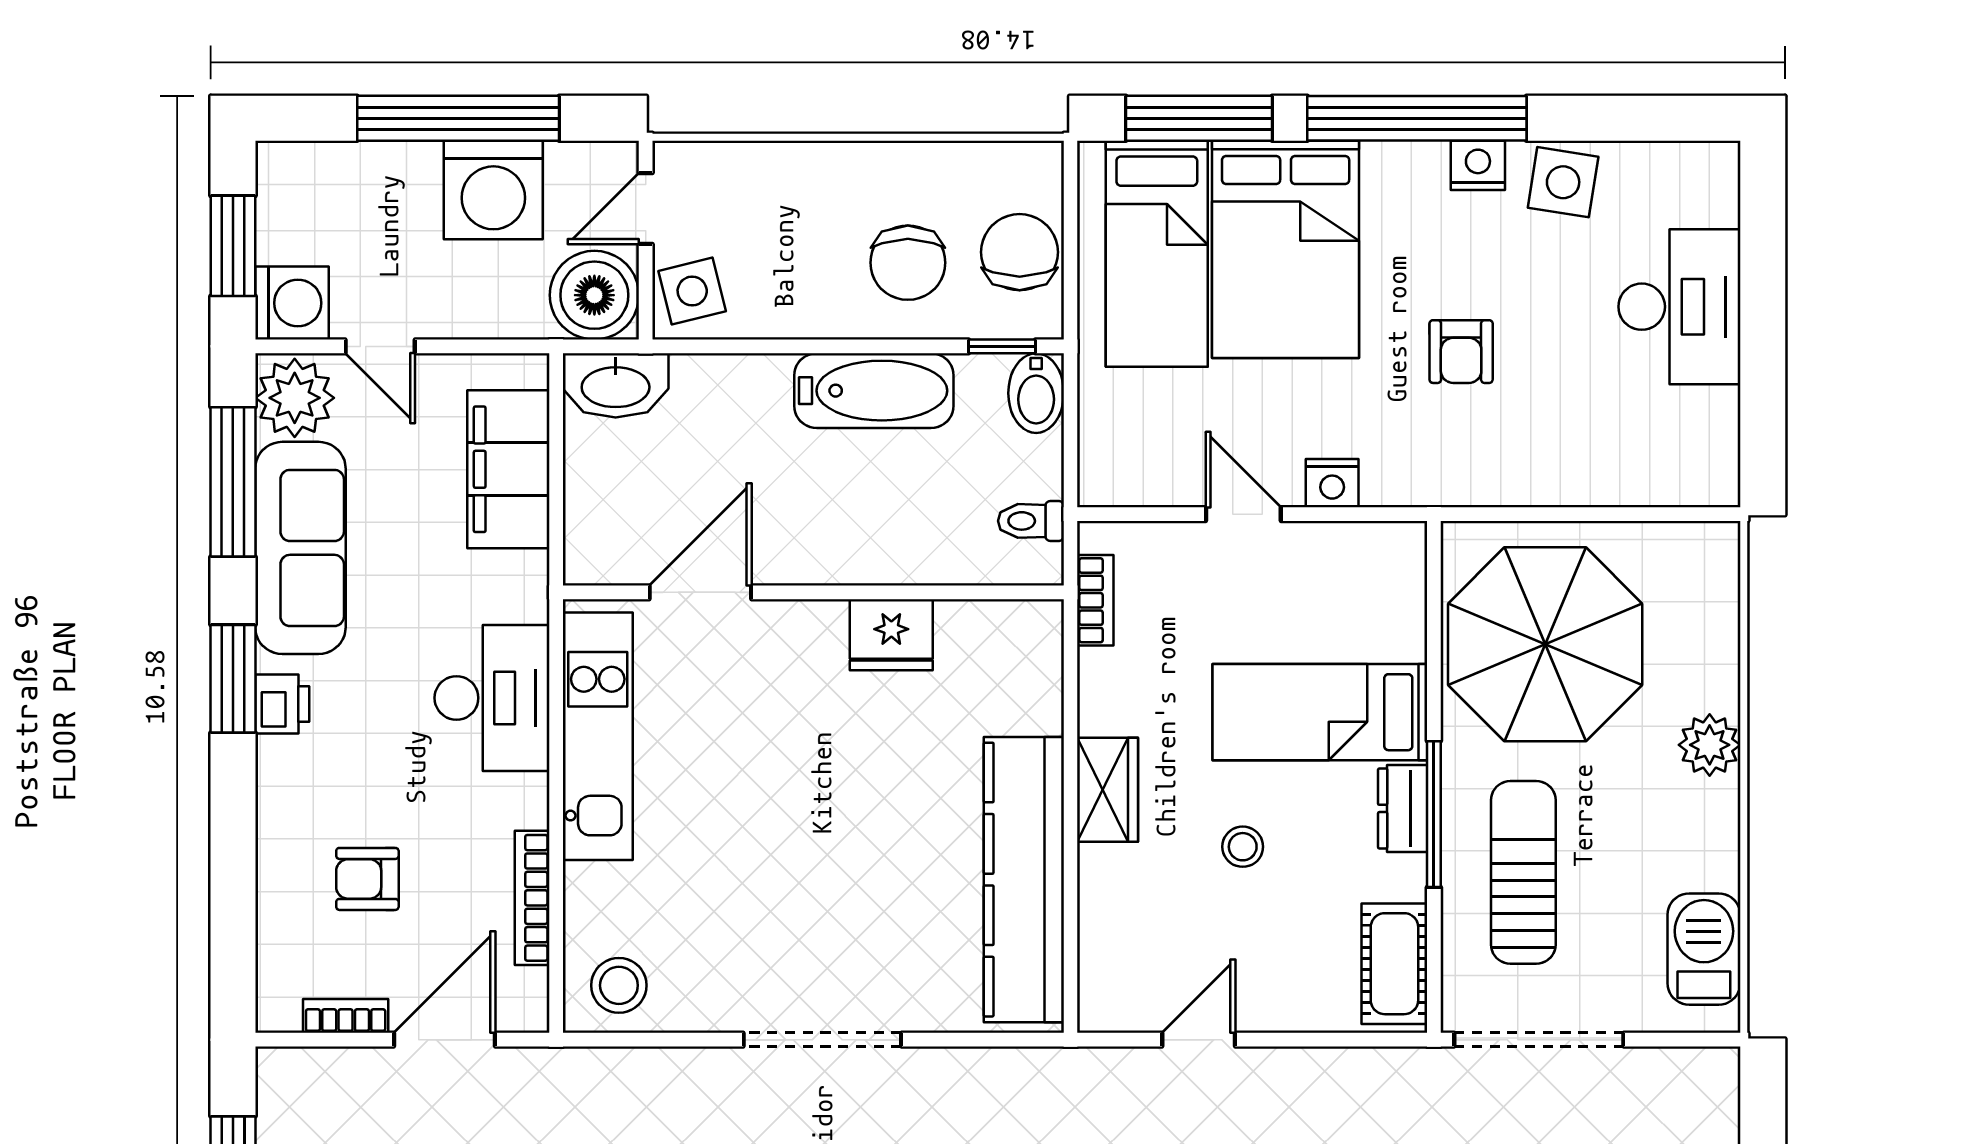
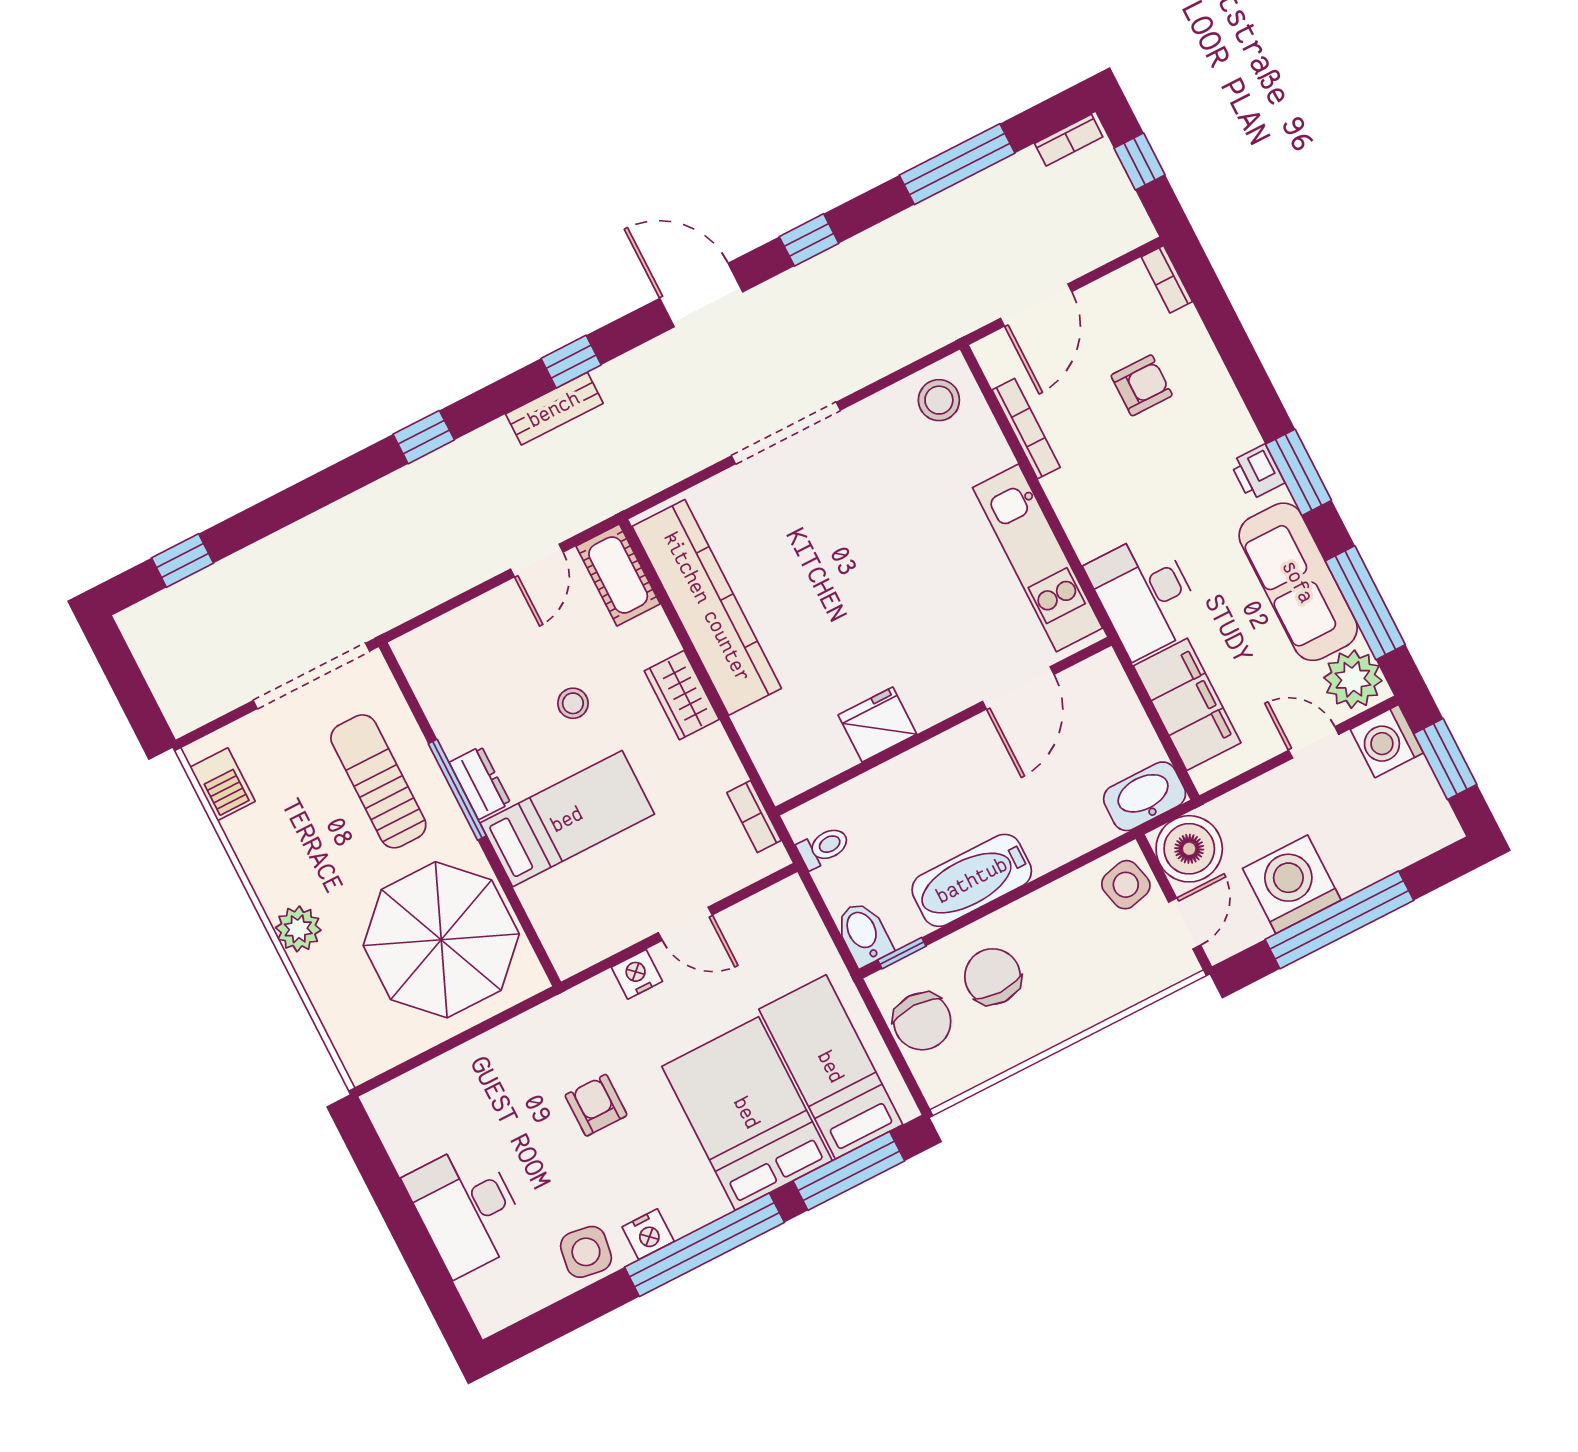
desk: (492, 698) -> (1145, 595), moved
sun lounger: (1523, 872) -> (378, 781), turned 180
barbecue: (1704, 949) -> (223, 784), width x0.73, depth x0.79
cot: (1394, 964) -> (618, 575), moved
bookcase: (346, 1016) -> (1167, 279), moved, turned 90

